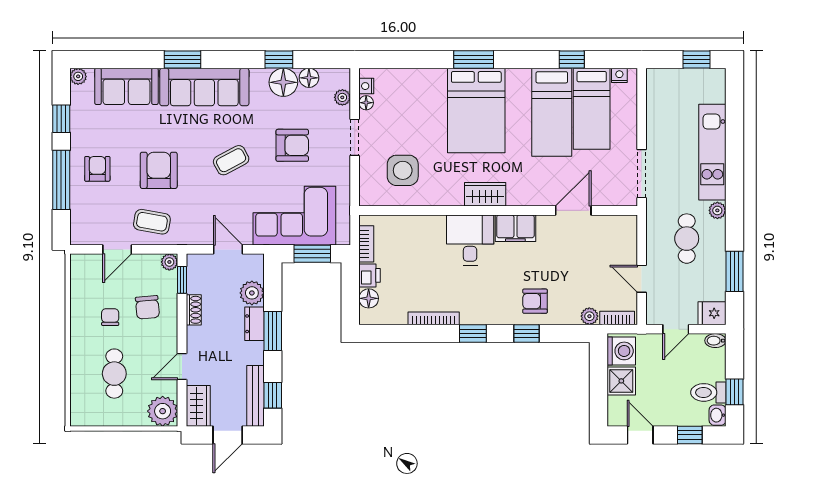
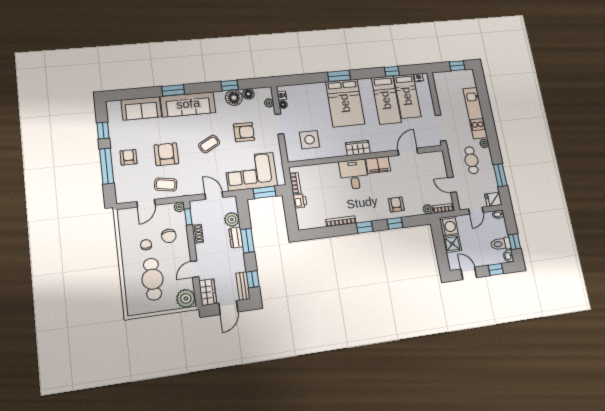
plant: (78, 76) -> (111, 105), removed
floor lamp: (369, 298) -> (301, 214), removed
armchair: (535, 301) -> (396, 204), turned 90
cafe table: (114, 374) -> (153, 279), width x1.37, depth x1.35
bench: (256, 396) -> (243, 286), width x0.73

